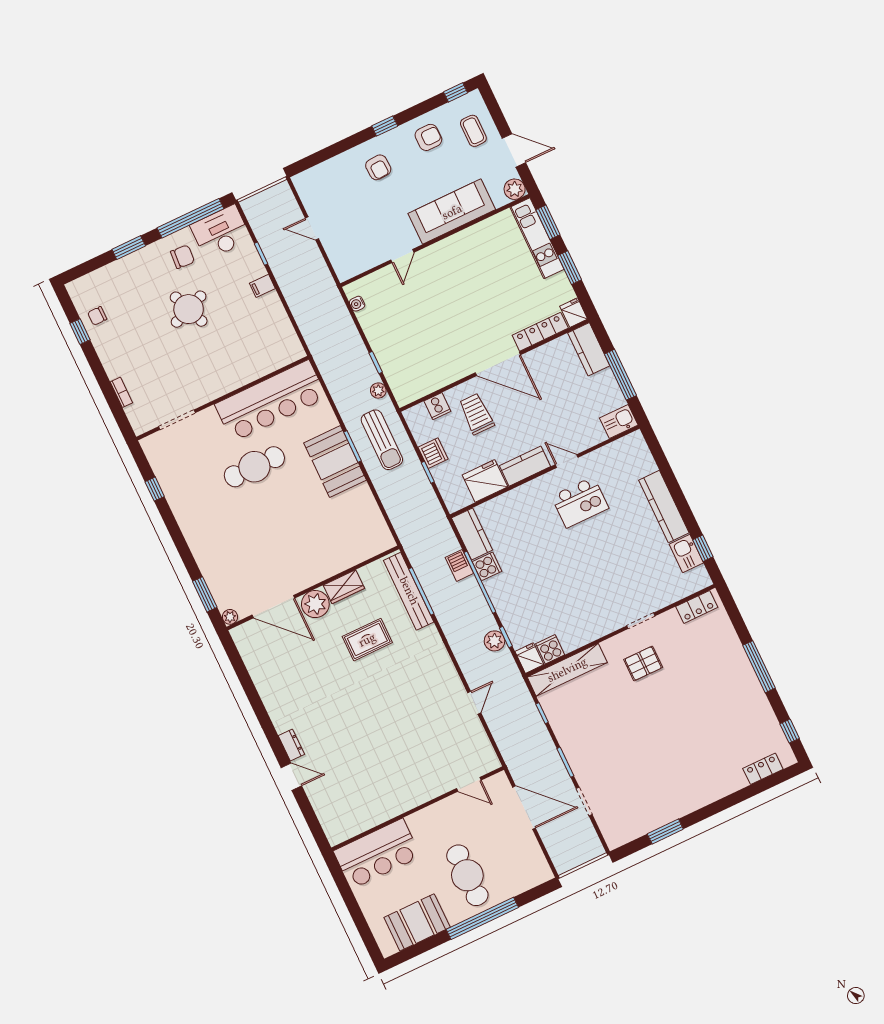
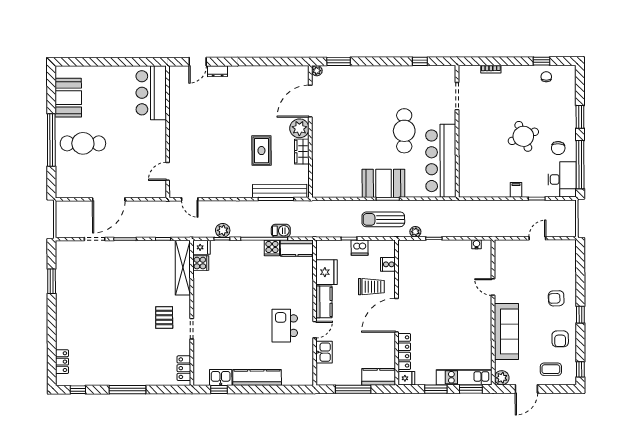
kitchen sink: (619, 421) -> (324, 352), moved
door: (469, 784) -> (168, 171), moved
wall: (418, 809) -> (168, 132), moved
bar counter: (377, 854) -> (151, 93), moved

